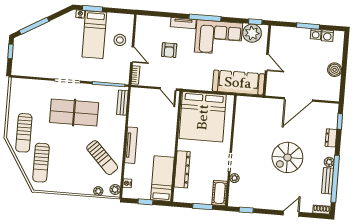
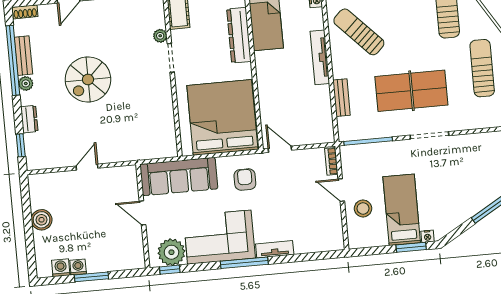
armchair: (169, 50) -> (245, 180), moved
door: (298, 99) -> (87, 167), width x0.53
bench: (122, 103) -> (341, 98), moved
sun lounger: (24, 133) -> (482, 68), moved
spiral stairs: (287, 157) -> (88, 79), turned 180

